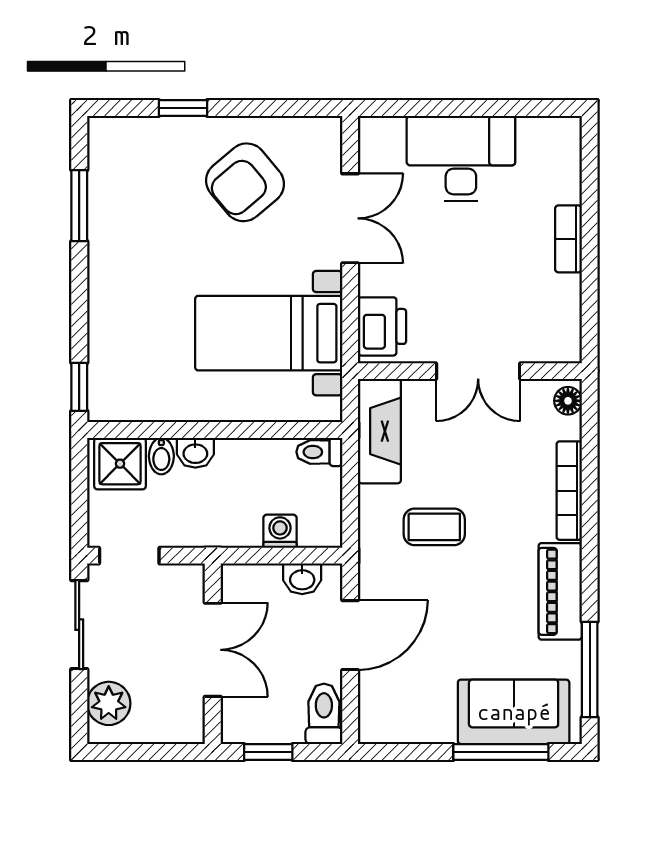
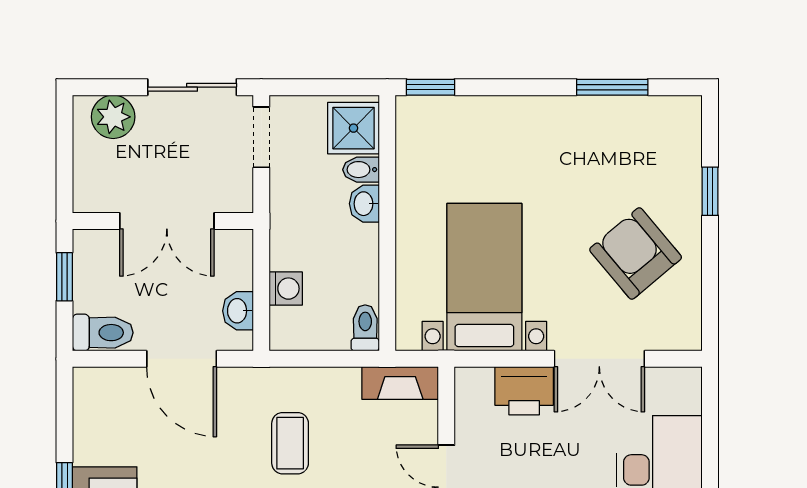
printer: (382, 326) -> (524, 391), moved
fireplace: (379, 431) -> (400, 383), width x0.73, depth x0.76

